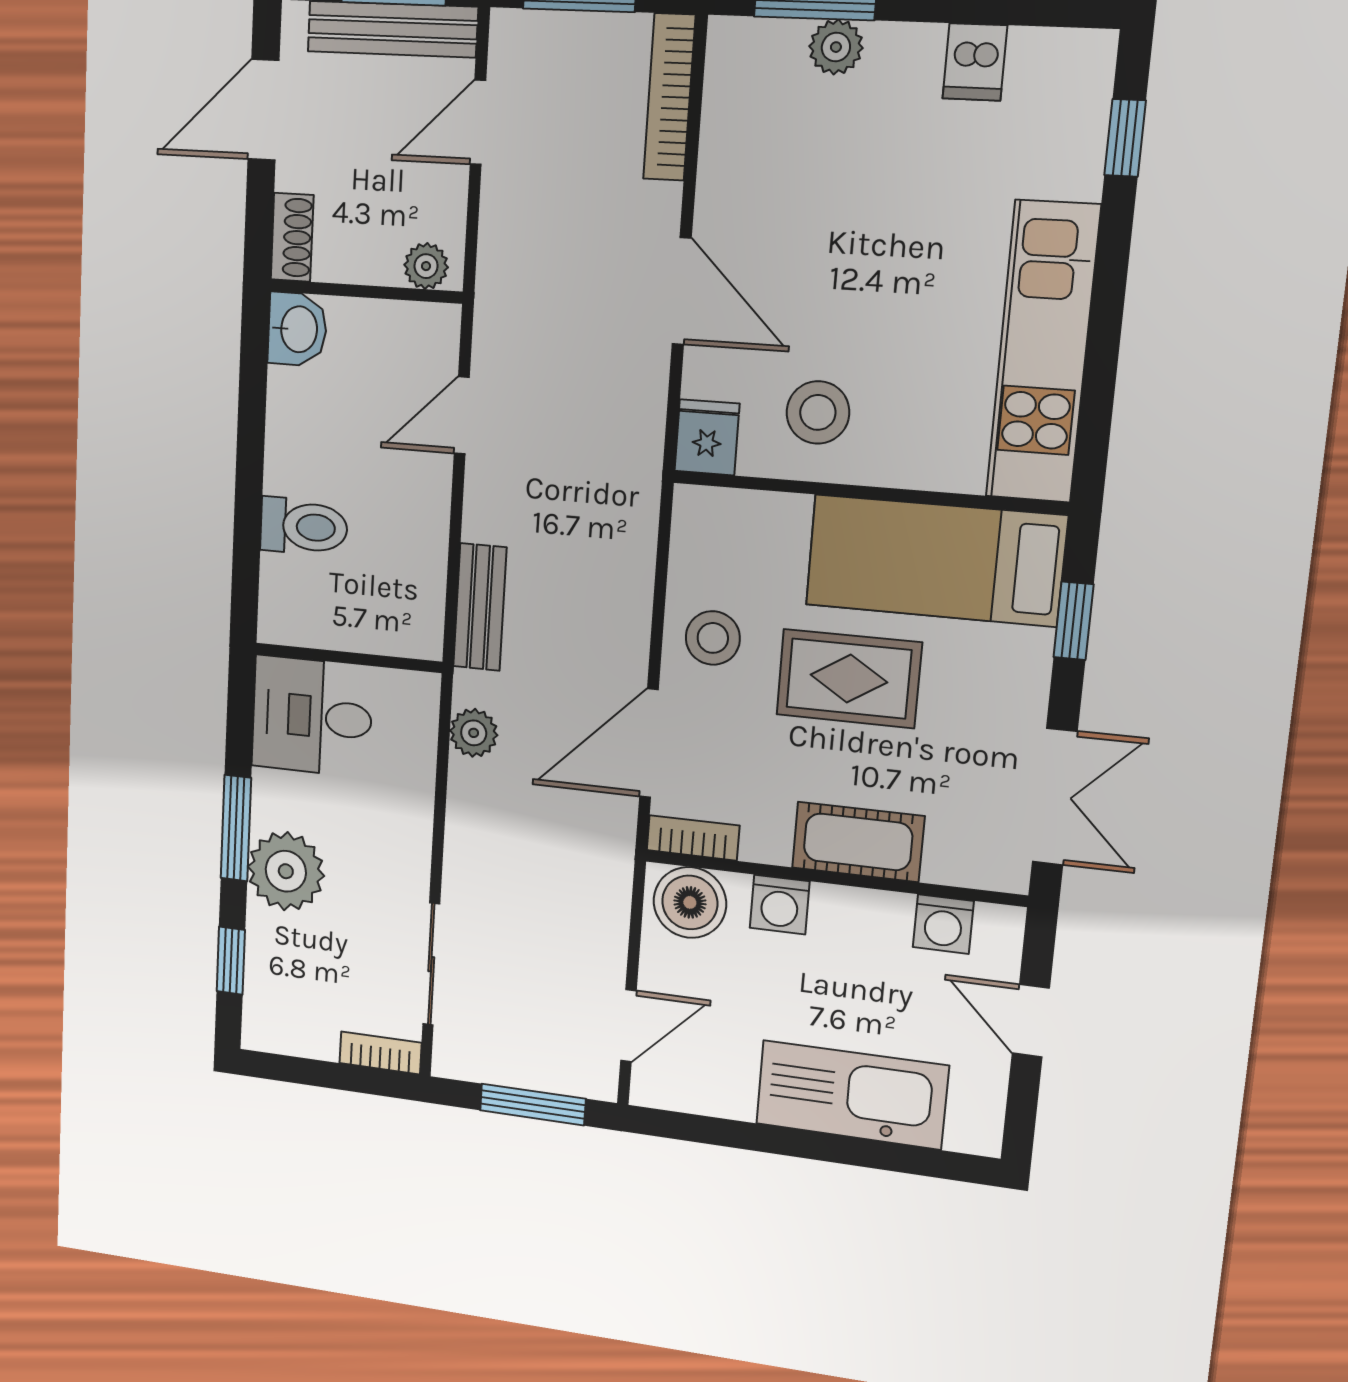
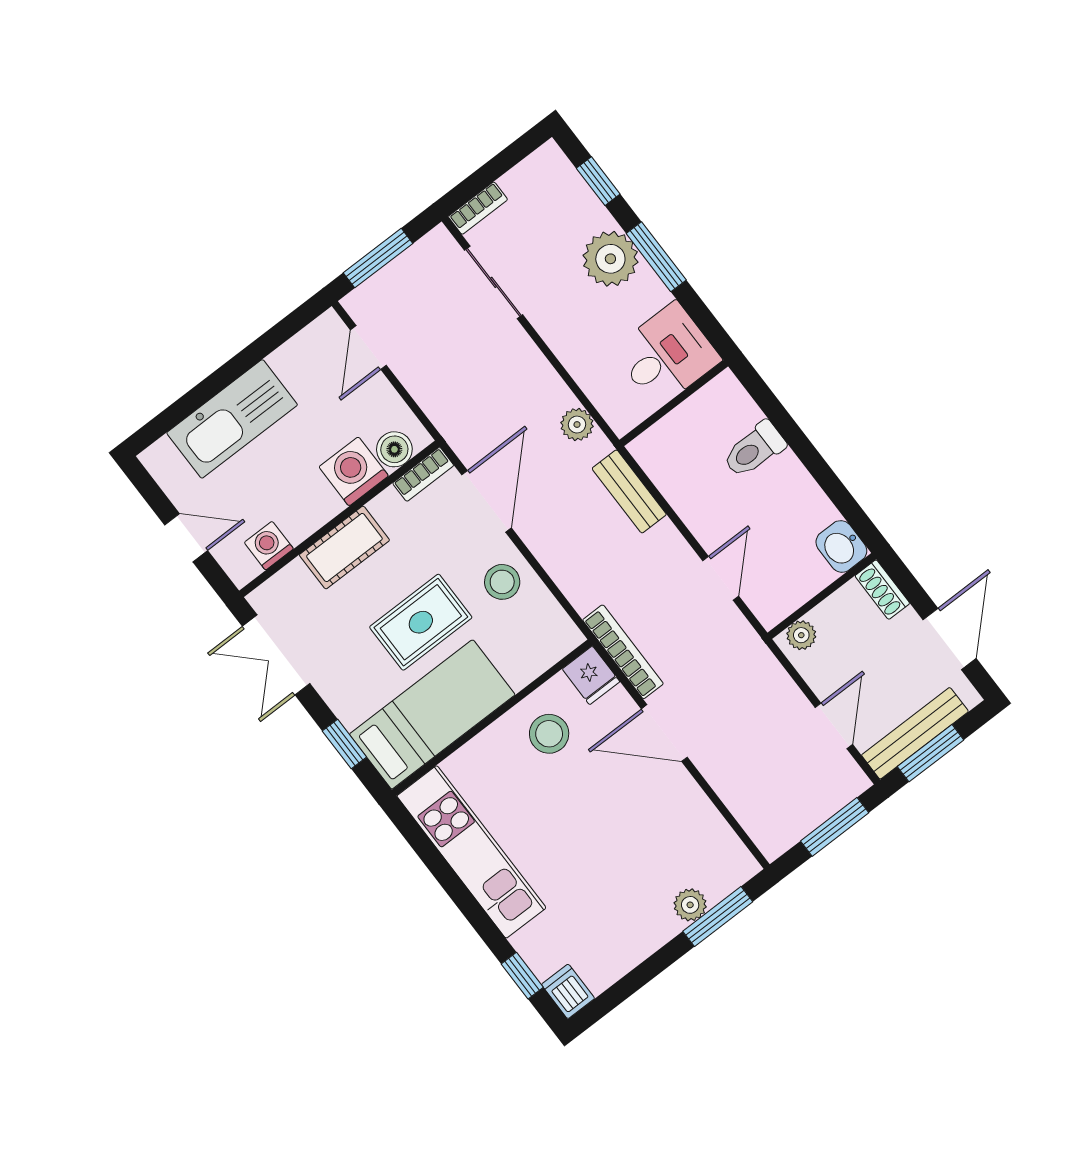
dishwasher: (975, 62) -> (568, 991), moved
bookcase: (669, 97) -> (623, 652), moved
boiler: (690, 902) -> (394, 449), width x0.73, depth x0.73
washing machine: (780, 905) -> (354, 471), width x1.38, depth x1.38

